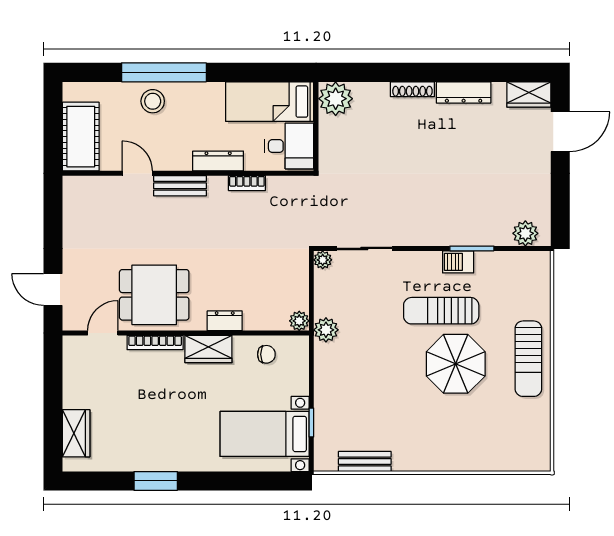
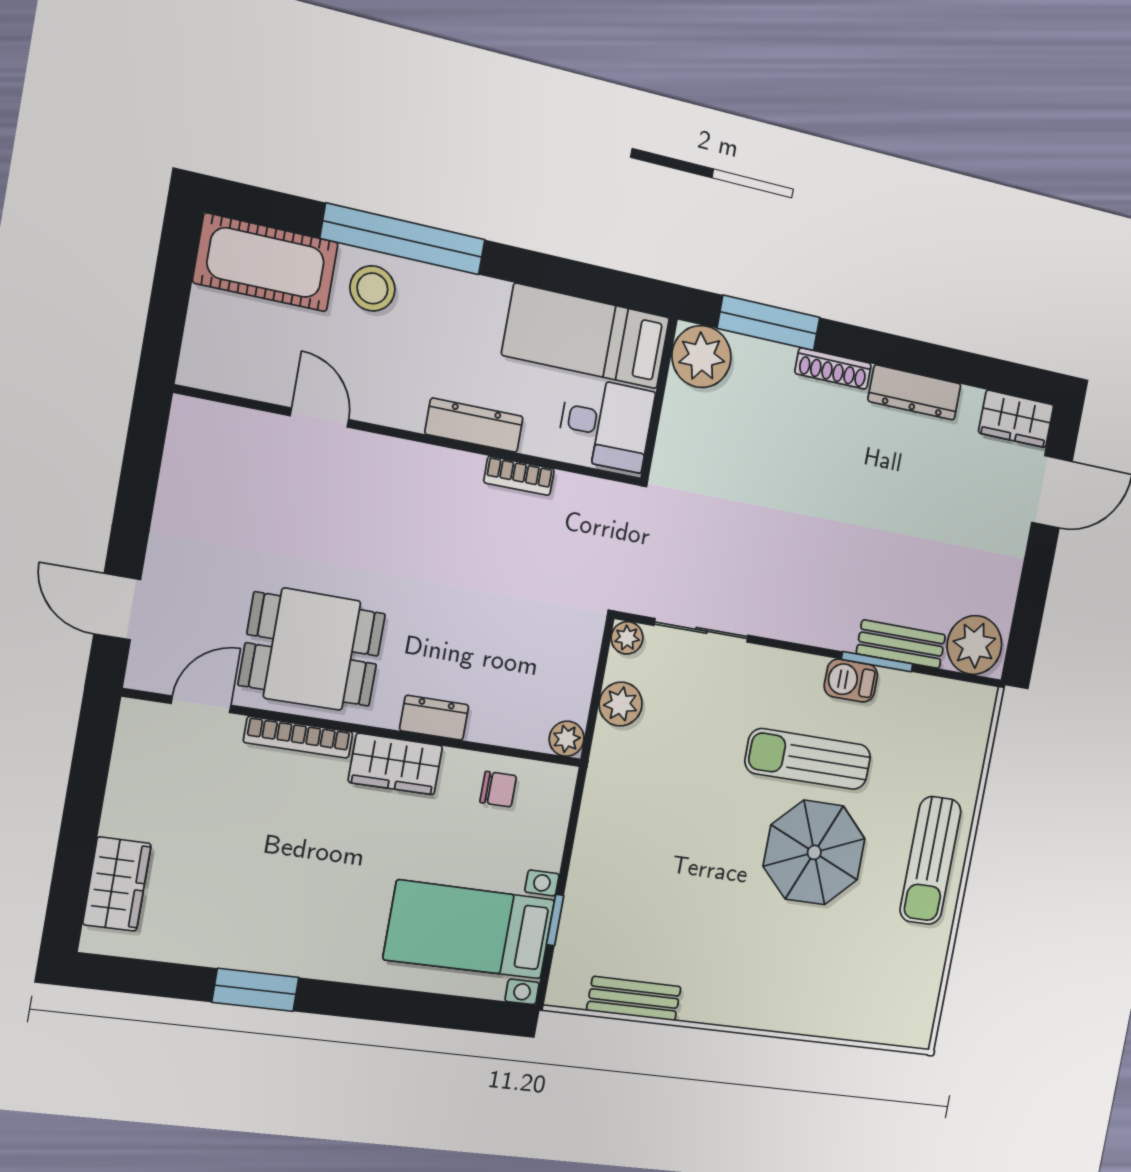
window: (370, 72) -> (769, 323), added
cot: (81, 137) -> (266, 263), moved, turned 90
bench: (180, 186) -> (901, 644), moved
plant: (525, 233) -> (974, 645), width x1.36, depth x1.36
plant: (326, 330) -> (621, 704), moved

